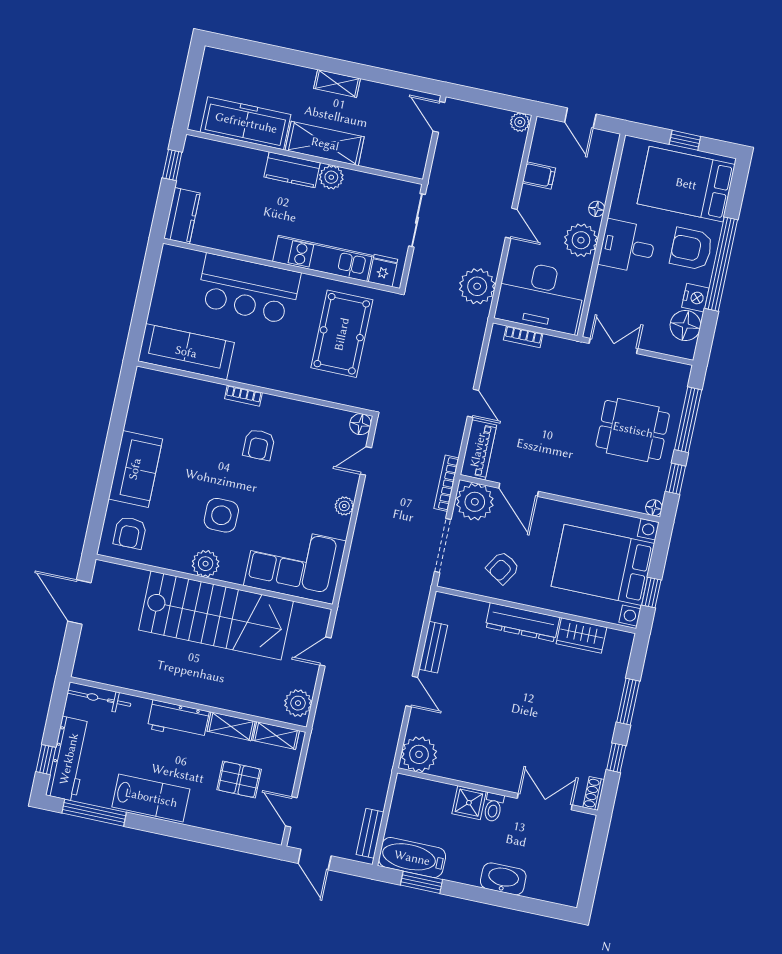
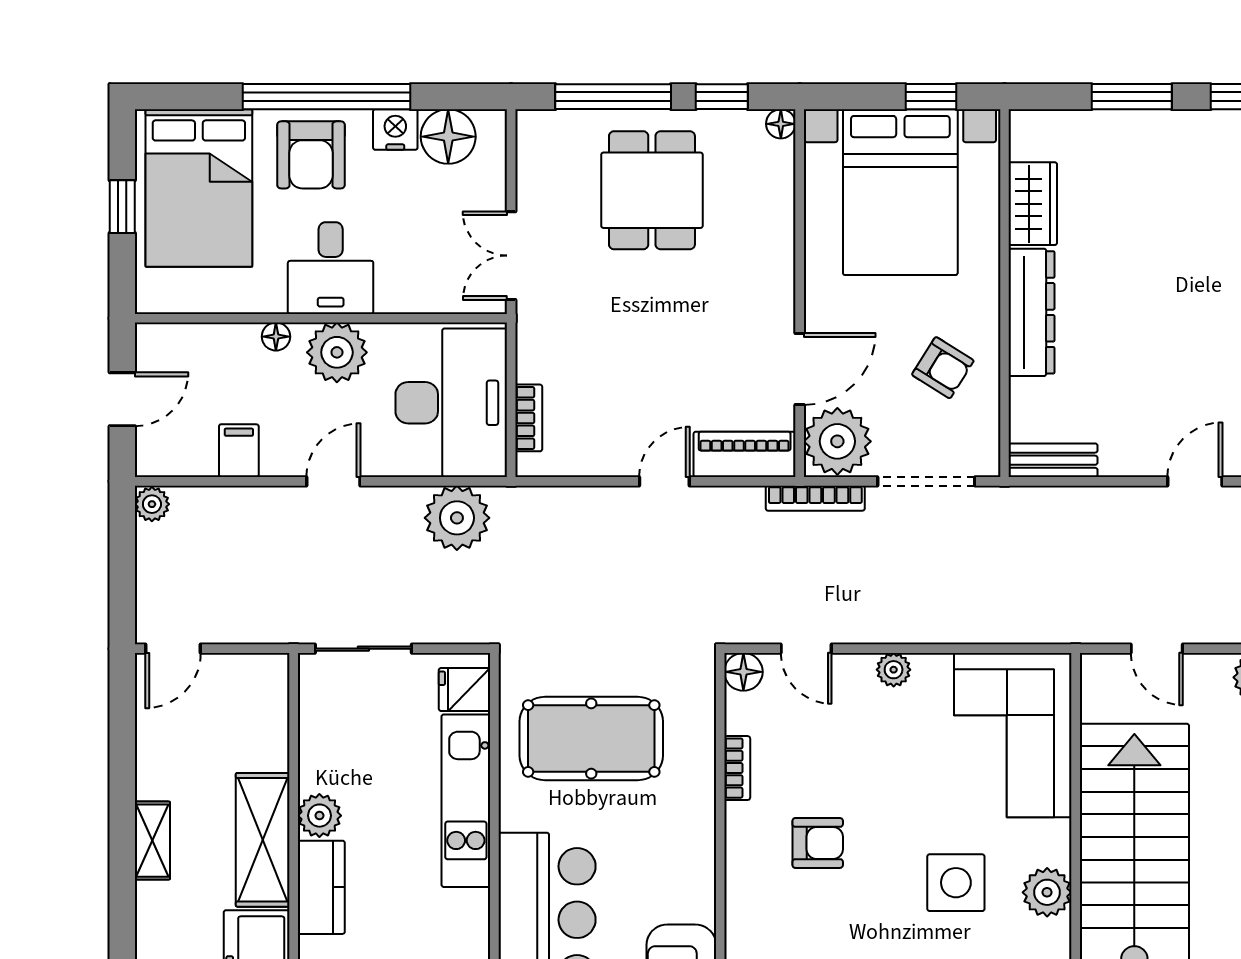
bookcase: (243, 396) -> (737, 768), moved
bench: (433, 647) -> (1053, 460), moved

